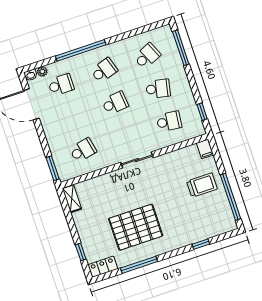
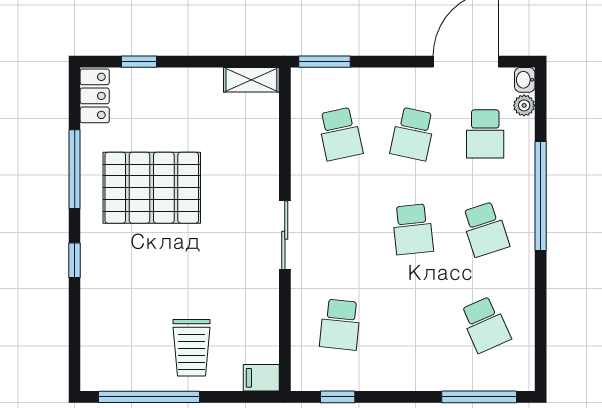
school desk: (158, 89) -> (413, 134), moved
pallet: (136, 227) -> (152, 188), turned 90
window: (201, 244) -> (75, 260), moved

